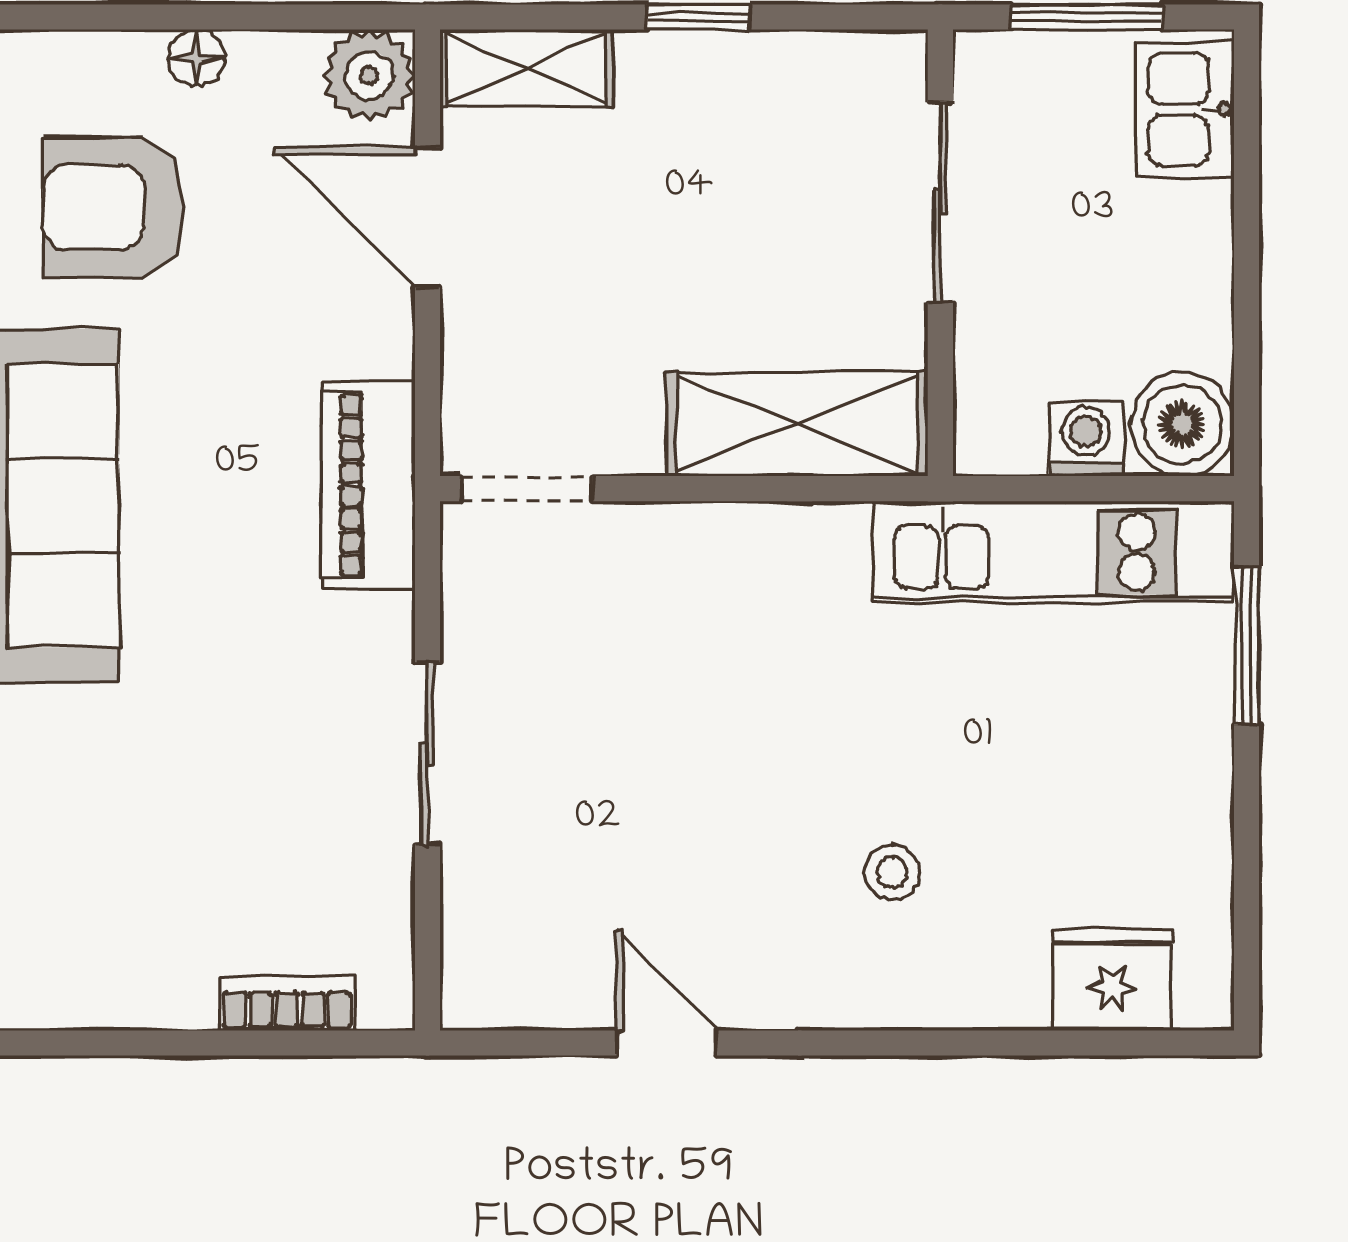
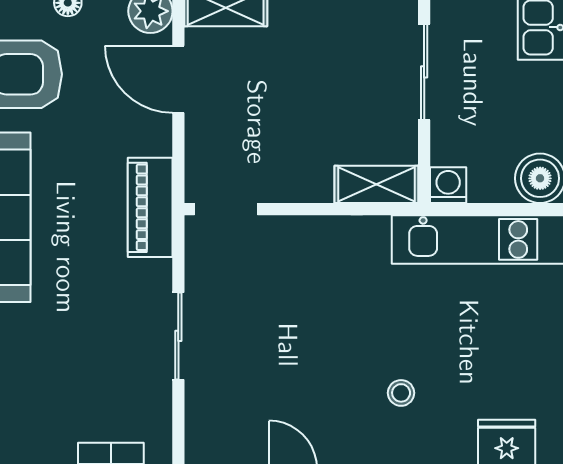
shelving: (797, 424) -> (376, 184), width x0.67, depth x0.75
washing machine: (1086, 439) -> (448, 185), moved

